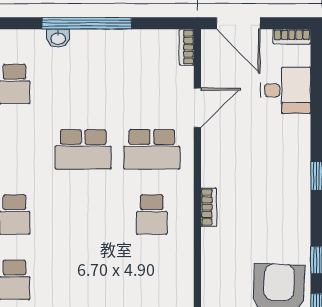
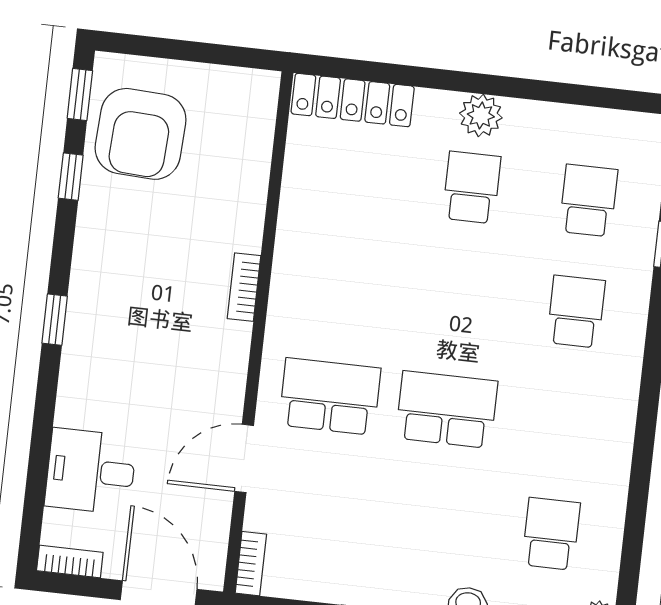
school desk: (152, 215) -> (472, 187), moved

